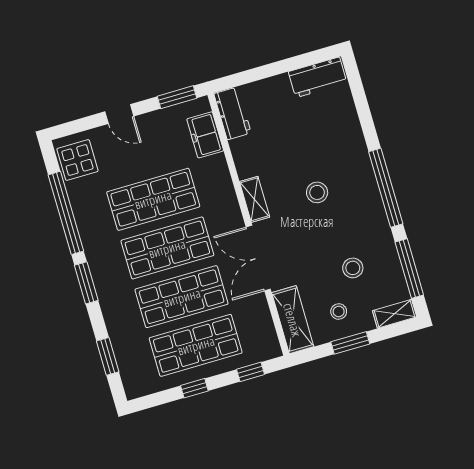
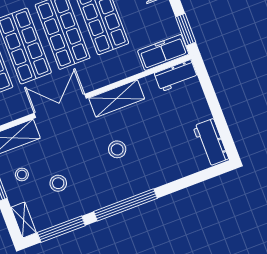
freezer: (205, 135) -> (163, 52), width x1.40
shelving: (255, 199) -> (117, 98), width x1.50, depth x1.33

